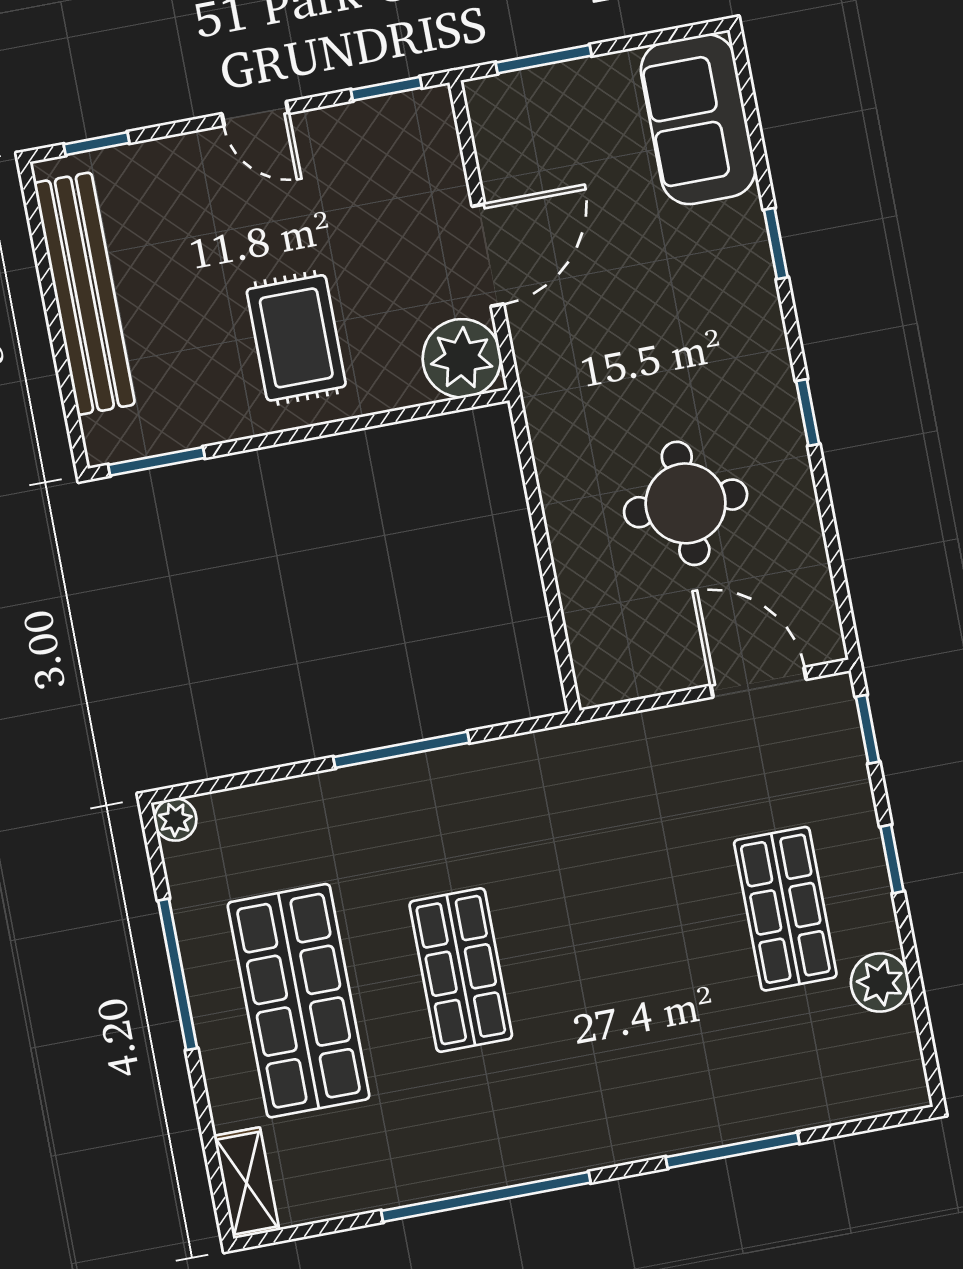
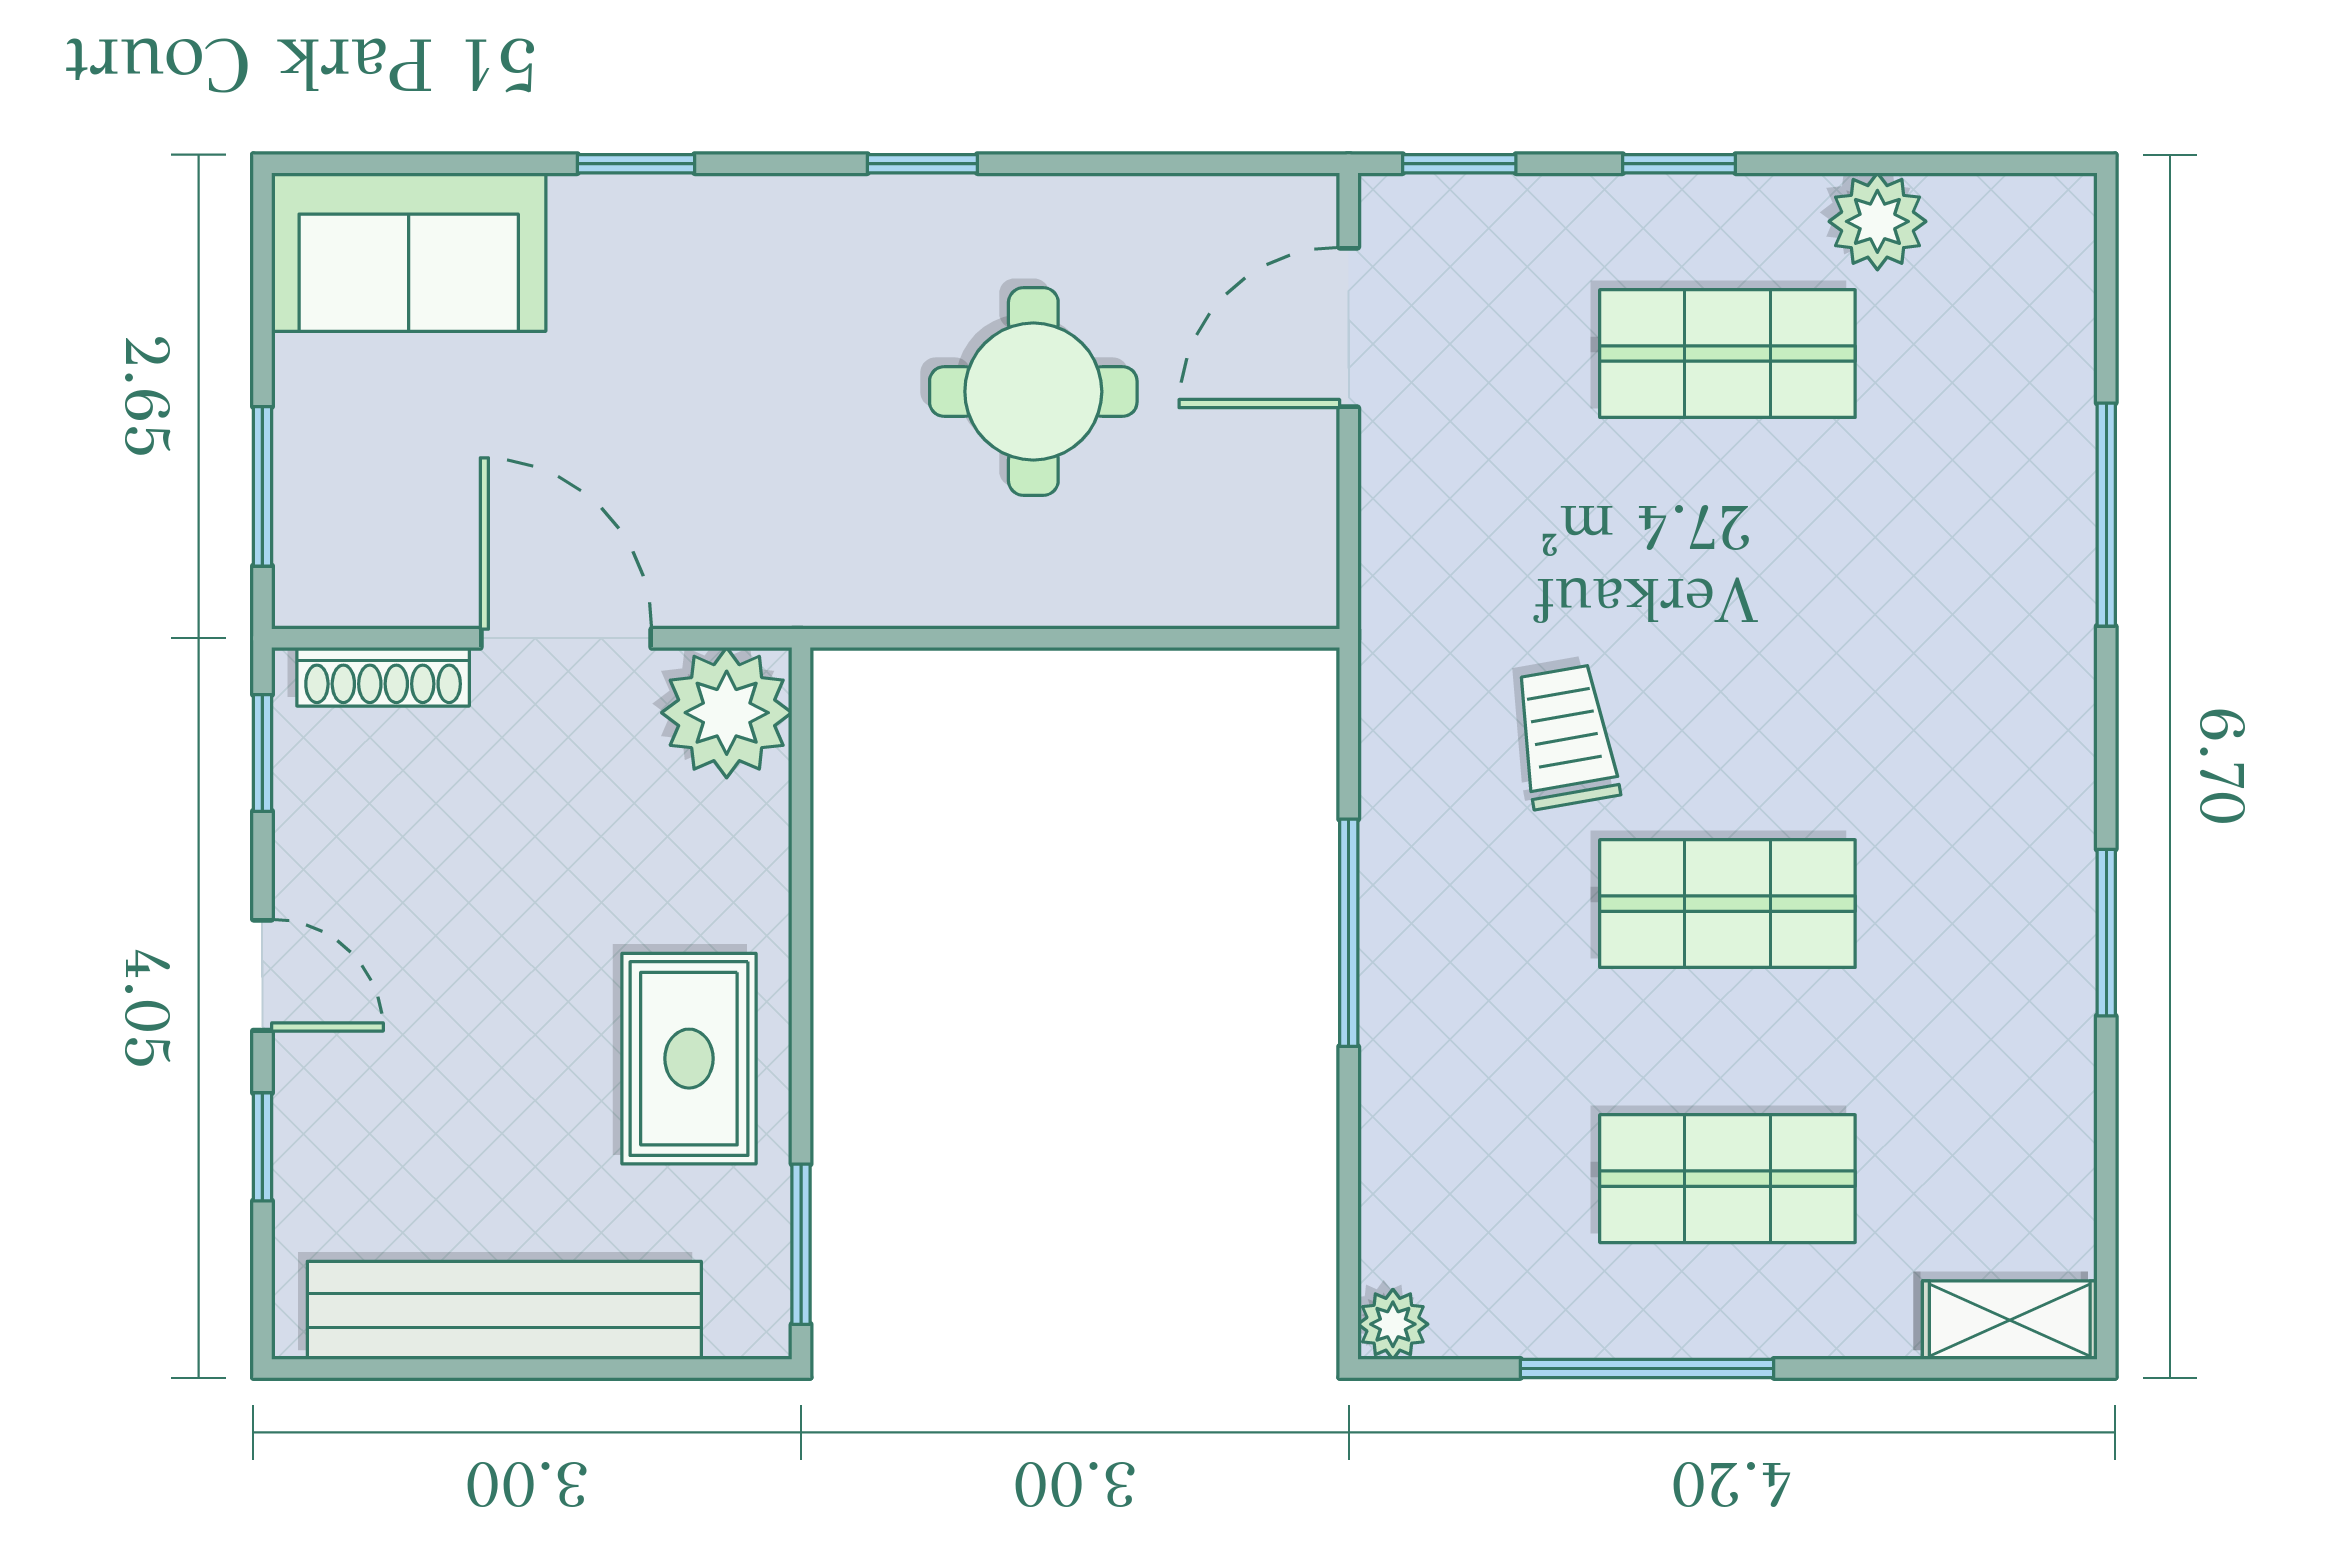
door: (255, 114) -> (262, 975), hinge flipped
window: (96, 144) -> (262, 1147), moved
shoe rack: (445, 151) -> (383, 677), added
rug: (296, 338) -> (689, 1059), moved, turned 90
trolley: (541, 856) -> (1566, 737), added
shop shelf: (299, 1001) -> (1727, 1179), width x0.70, depth x0.74
window: (486, 1197) -> (2106, 933), width x0.47

